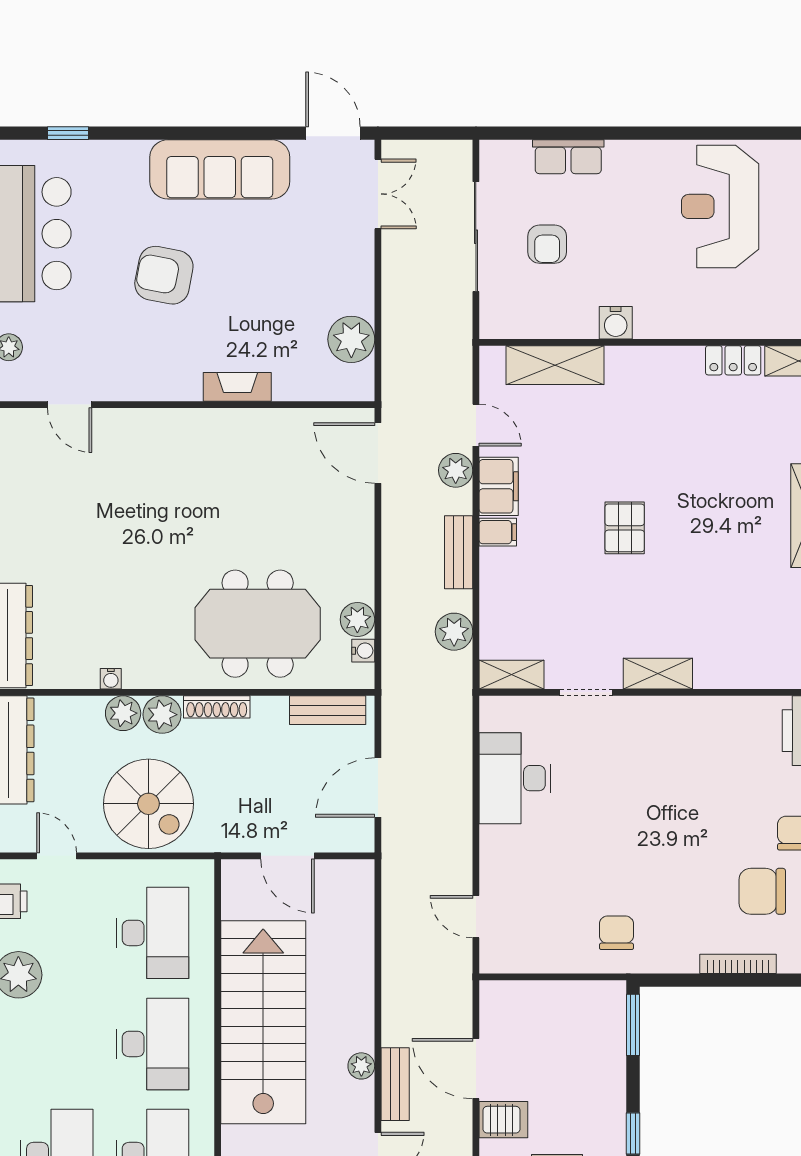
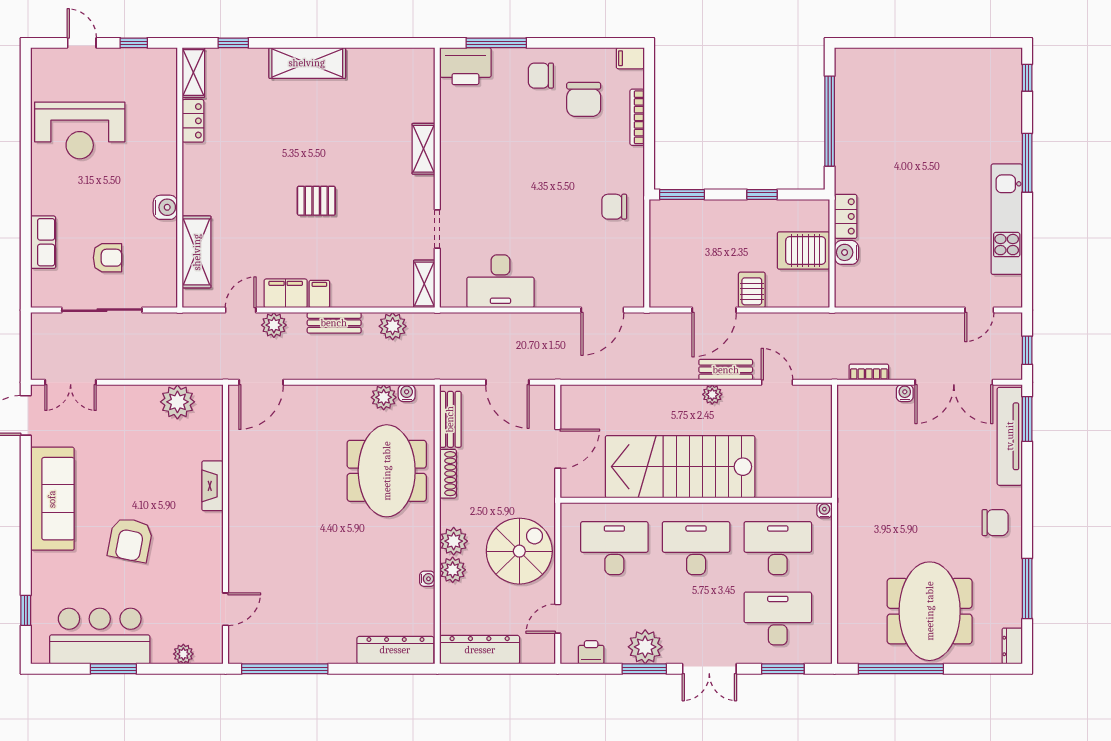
double door: (378, 194) -> (71, 382), swing flipped
shelving: (658, 674) -> (423, 149), moved
shoe rack: (217, 707) -> (448, 474), moved
door: (476, 917) -> (602, 310), width x1.38

